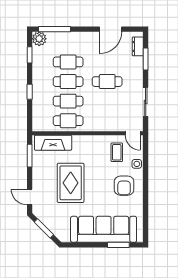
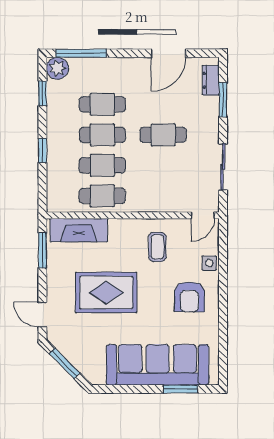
door: (133, 133) -> (203, 215), hinge flipped
coffee table: (117, 152) -> (157, 247), moved
rug: (71, 183) -> (106, 293), turned 90

